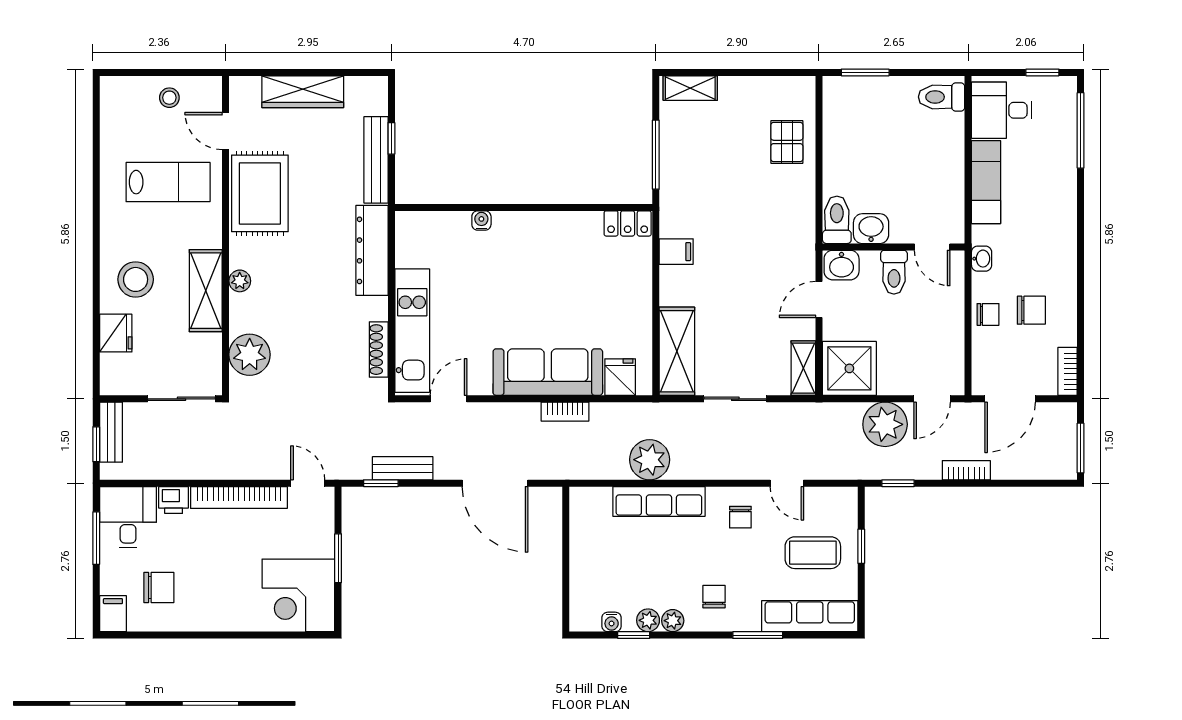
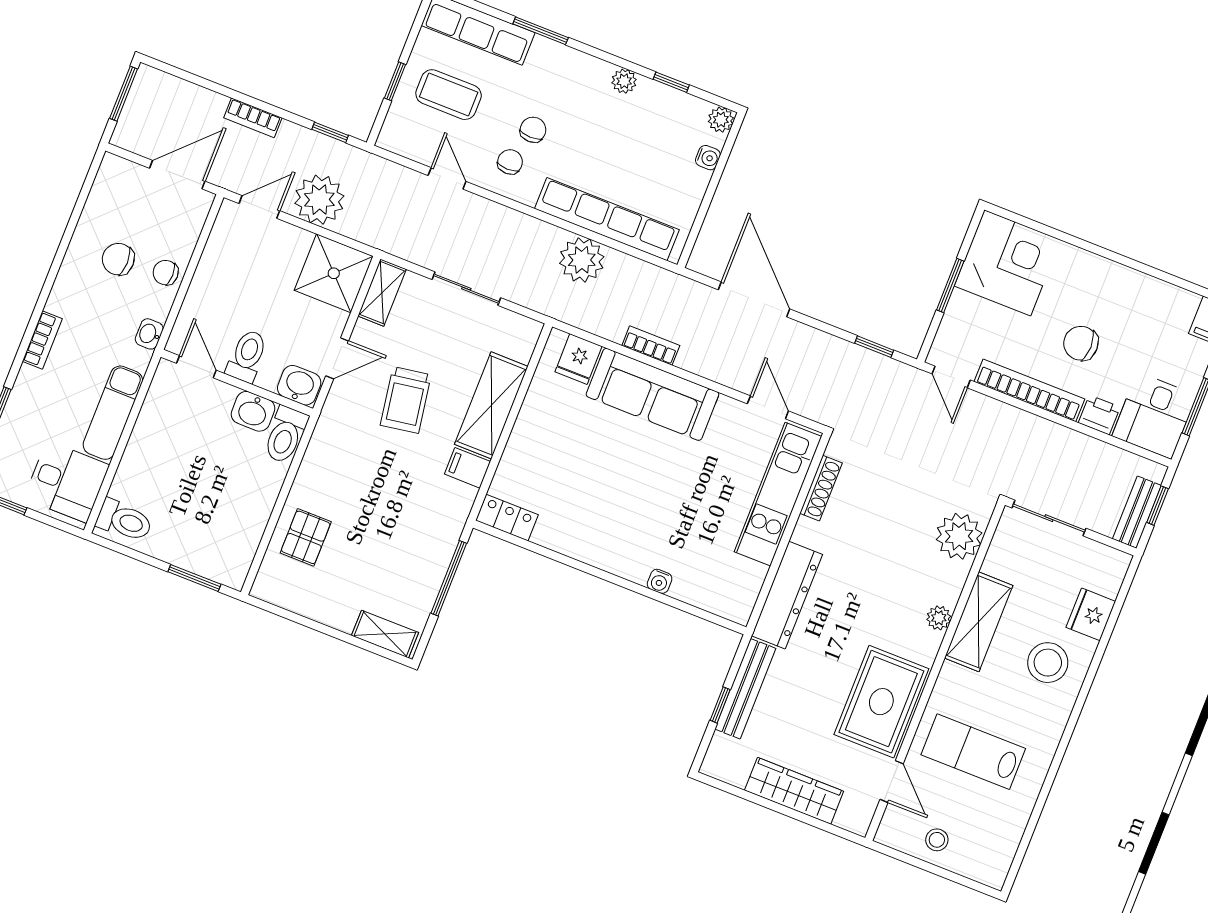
trolley: (749, 287) -> (406, 400), added
shelving: (677, 351) -> (491, 405), moved
bookcase: (1068, 371) -> (42, 340), moved
door: (449, 399) -> (768, 407), swing flipped
bench: (403, 468) -> (845, 353), removed
row of seats: (659, 501) -> (607, 219), width x1.36
chair: (159, 587) -> (1081, 343), moved
chair: (714, 597) -> (533, 130), moved, turned 180
plant: (648, 620) -> (721, 120), moved
water cooler: (612, 622) -> (708, 158), moved, turned 90

